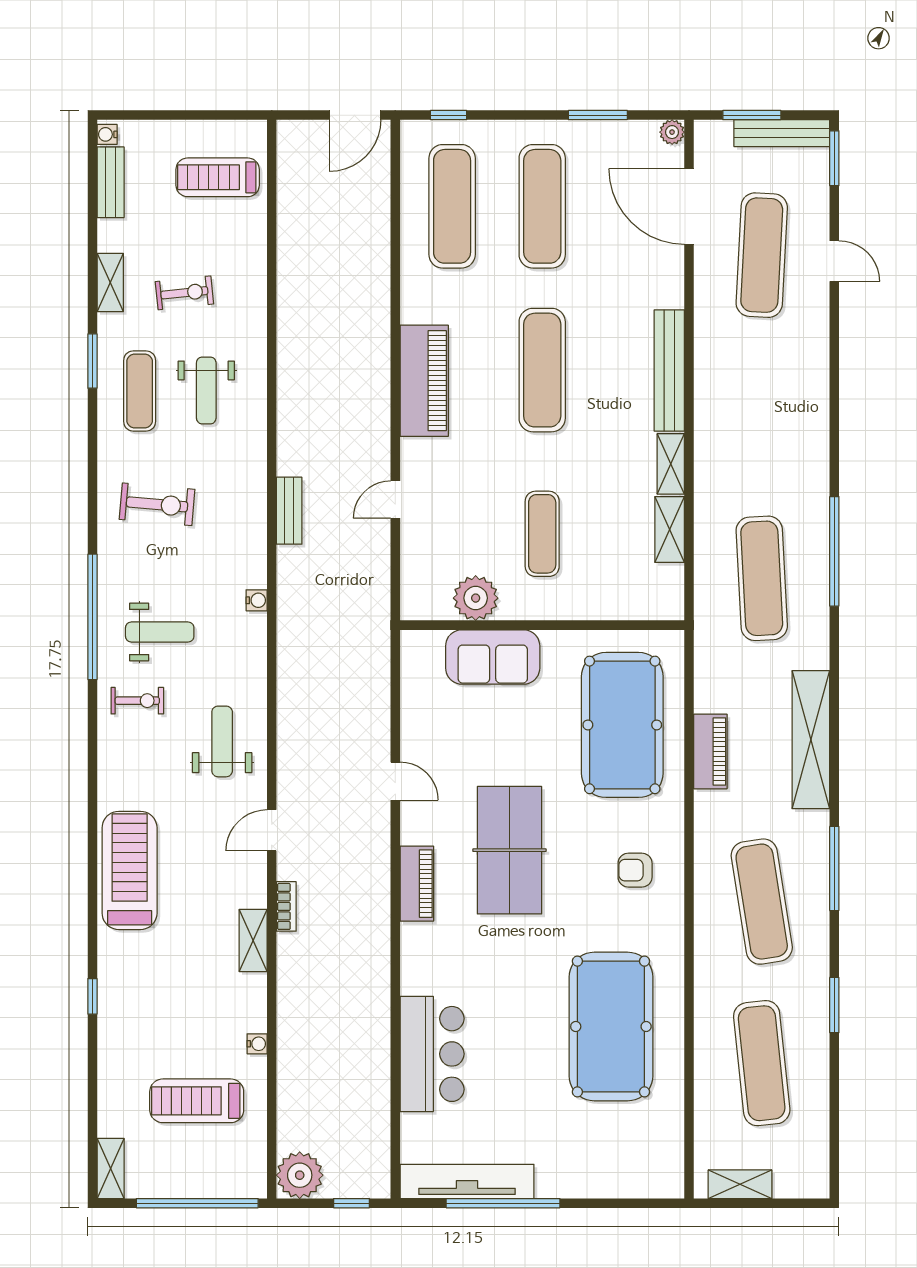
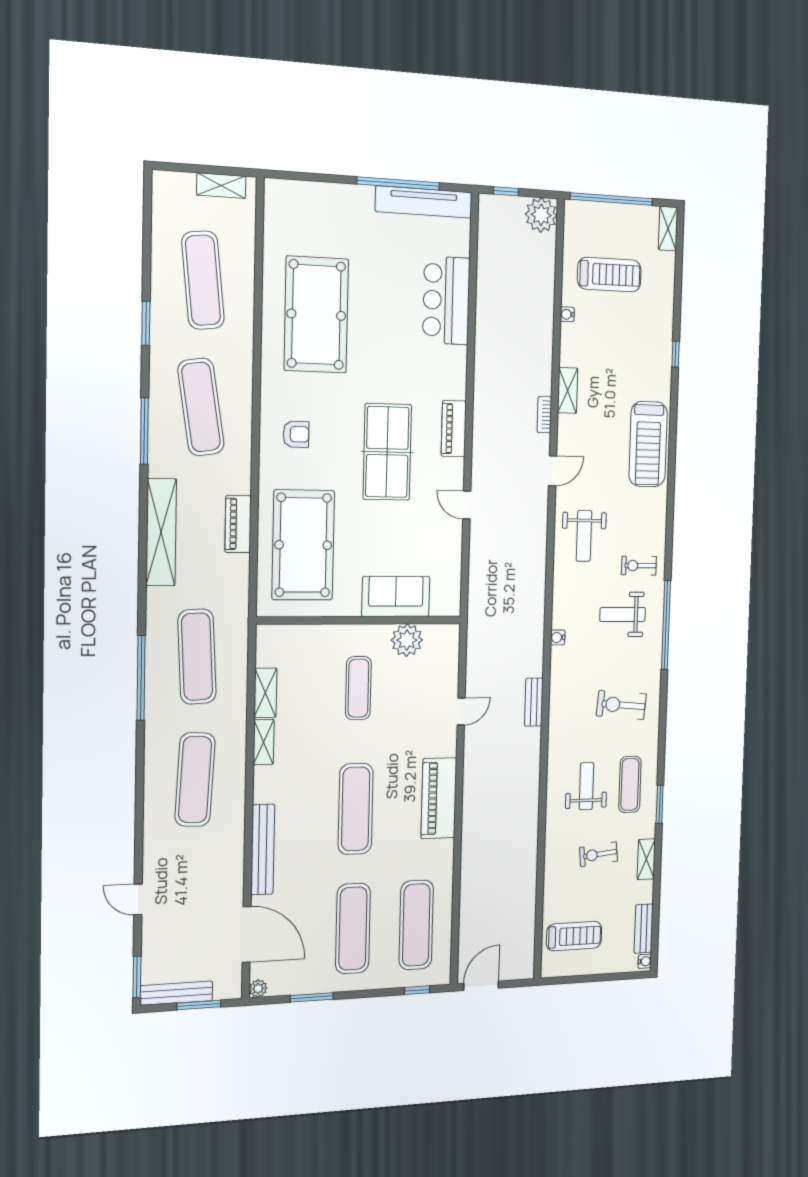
exercise mat: (762, 255) -> (195, 780), moved
bench: (669, 371) -> (263, 850), moved

